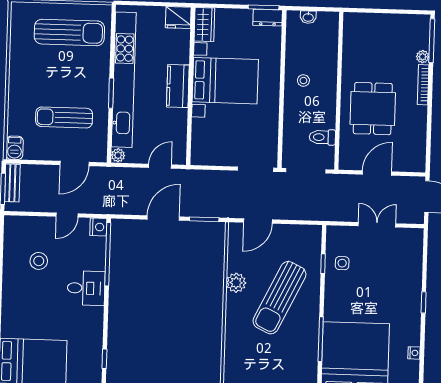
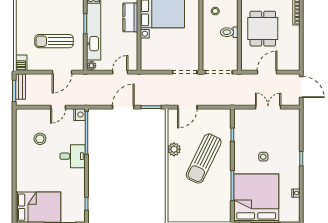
toilet: (322, 137) -> (229, 32), moved
side table: (342, 263) -> (263, 157), moved

